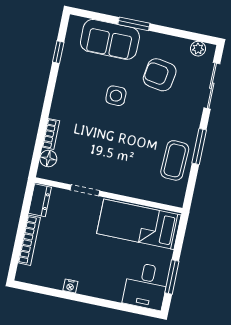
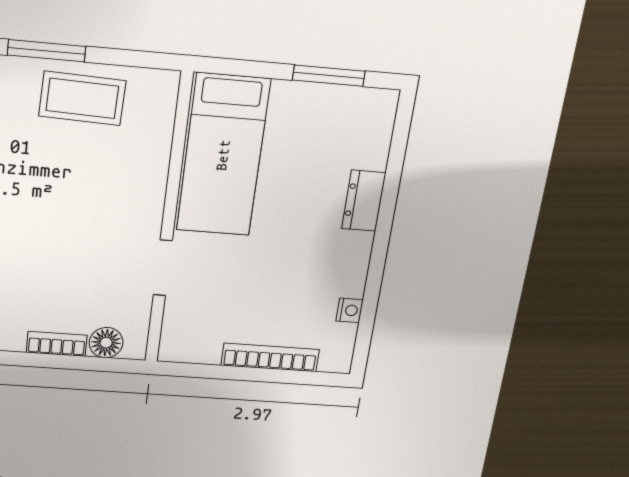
dresser: (40, 200) -> (364, 201), moved, turned -90
nightstand: (70, 286) -> (350, 310), moved
desk: (146, 286) -> (350, 126), removed

